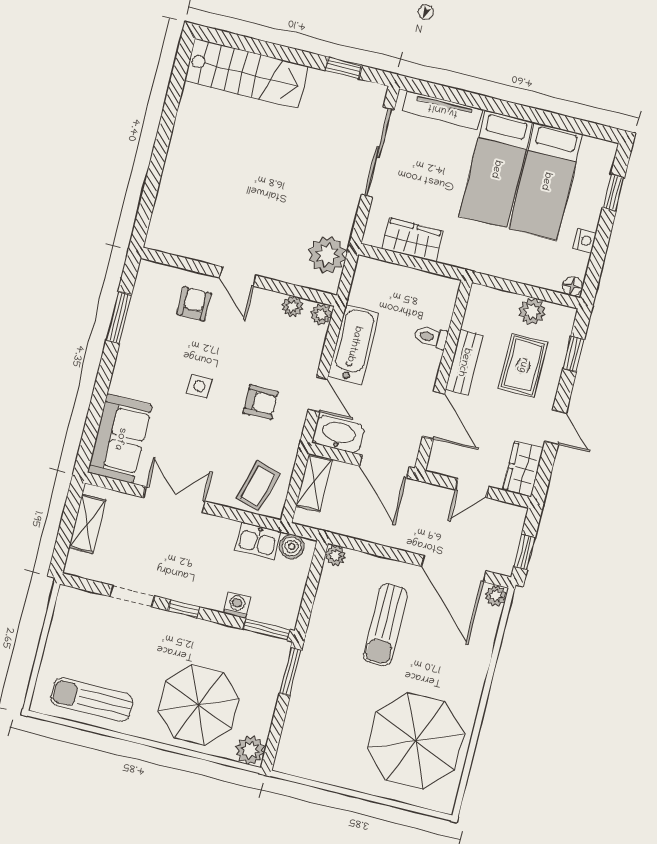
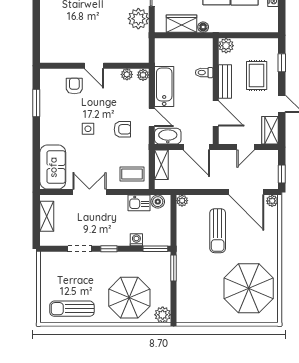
plant: (327, 255) -> (138, 19), moved
floor lamp: (572, 286) -> (203, 27), moved
plant: (532, 311) -> (226, 46), moved
coffee table: (258, 486) -> (132, 174), turned 74

